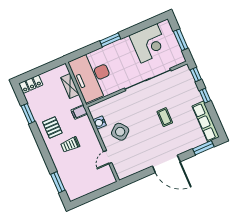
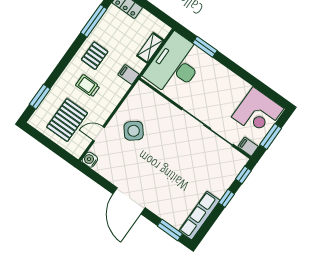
window: (110, 40) -> (205, 47), moved
corner desk: (149, 43) -> (258, 113), moved
filing cabinet: (178, 60) -> (248, 147), added
window: (28, 114) -> (94, 21), width x1.44
coffee table: (165, 117) -> (178, 169), removed
water cooler: (100, 123) -> (90, 160), moved
pallet: (85, 173) -> (67, 120), added

